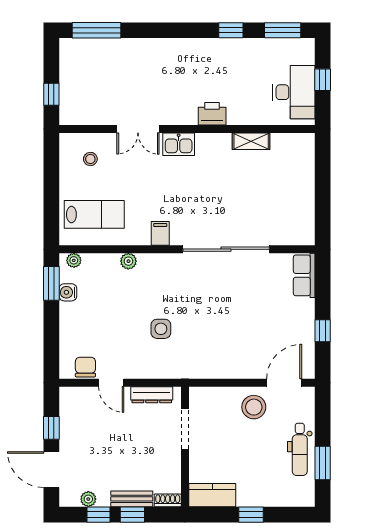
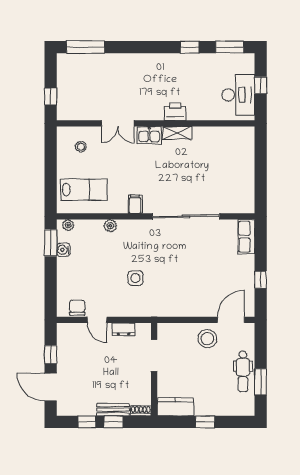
shelving: (251, 141) -> (177, 133), moved
dresser: (152, 395) -> (124, 329), width x0.70
plant: (88, 499) -> (79, 410), removed

